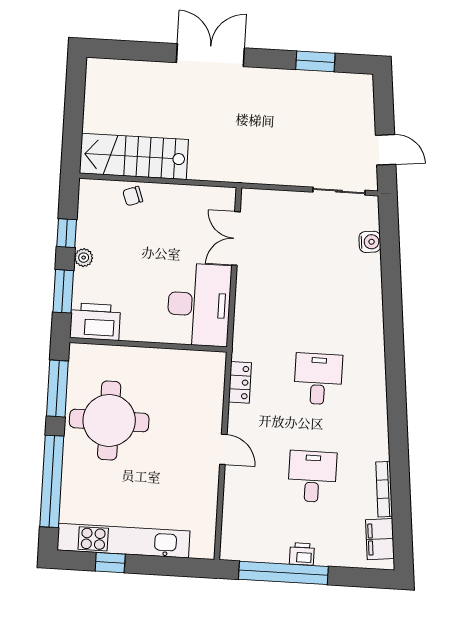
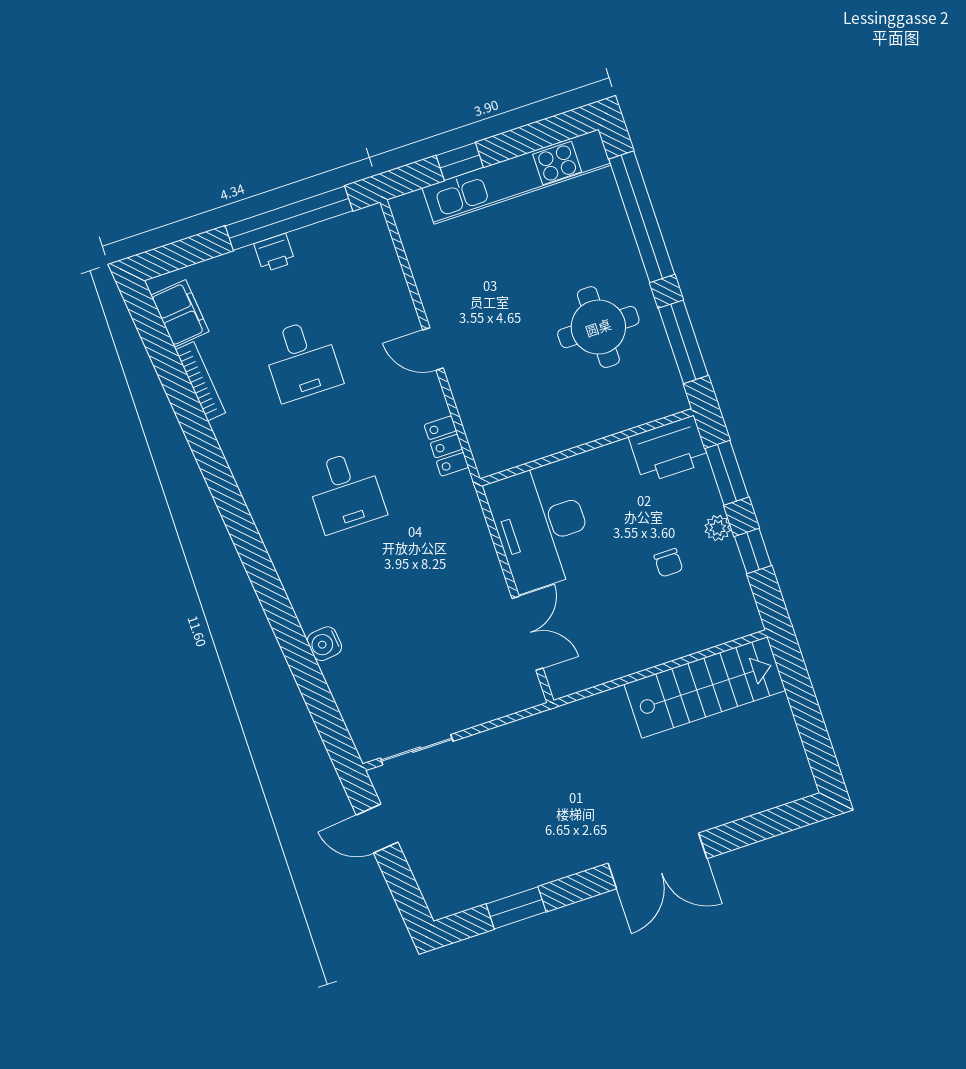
chair: (133, 196) -> (668, 563), moved, turned 110
water cooler: (370, 242) -> (324, 644), moved
round table: (109, 420) -> (598, 327), width x0.73, depth x0.73
window: (110, 563) -> (460, 161), moved

